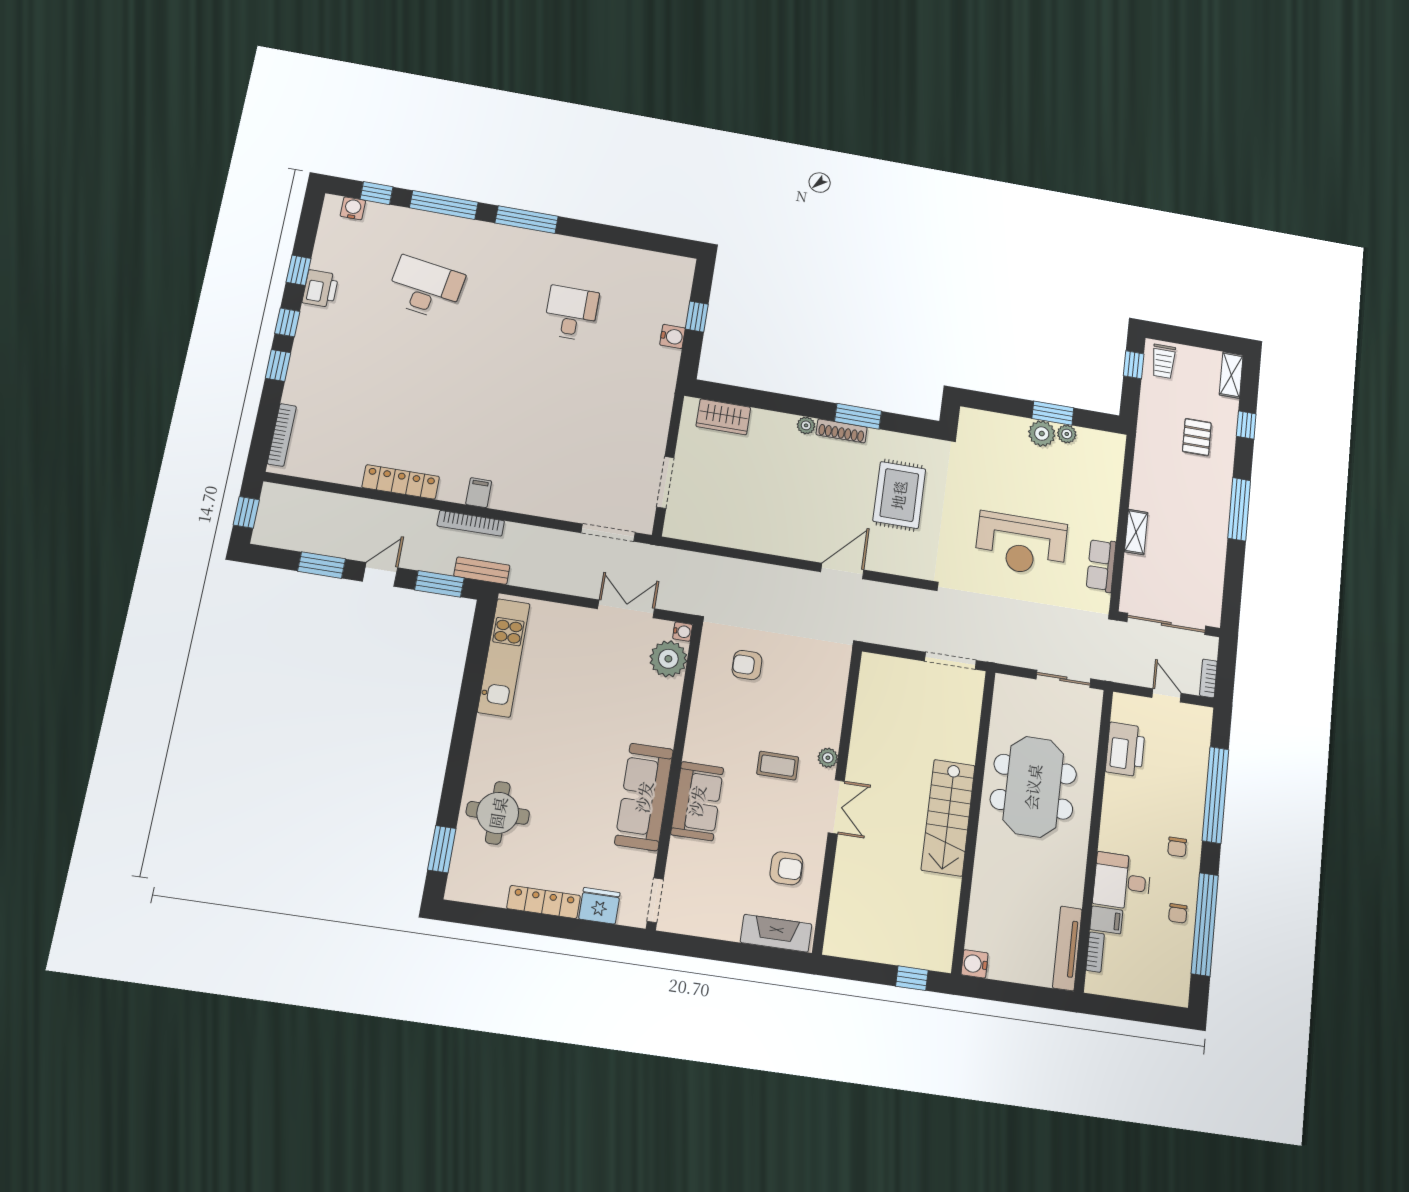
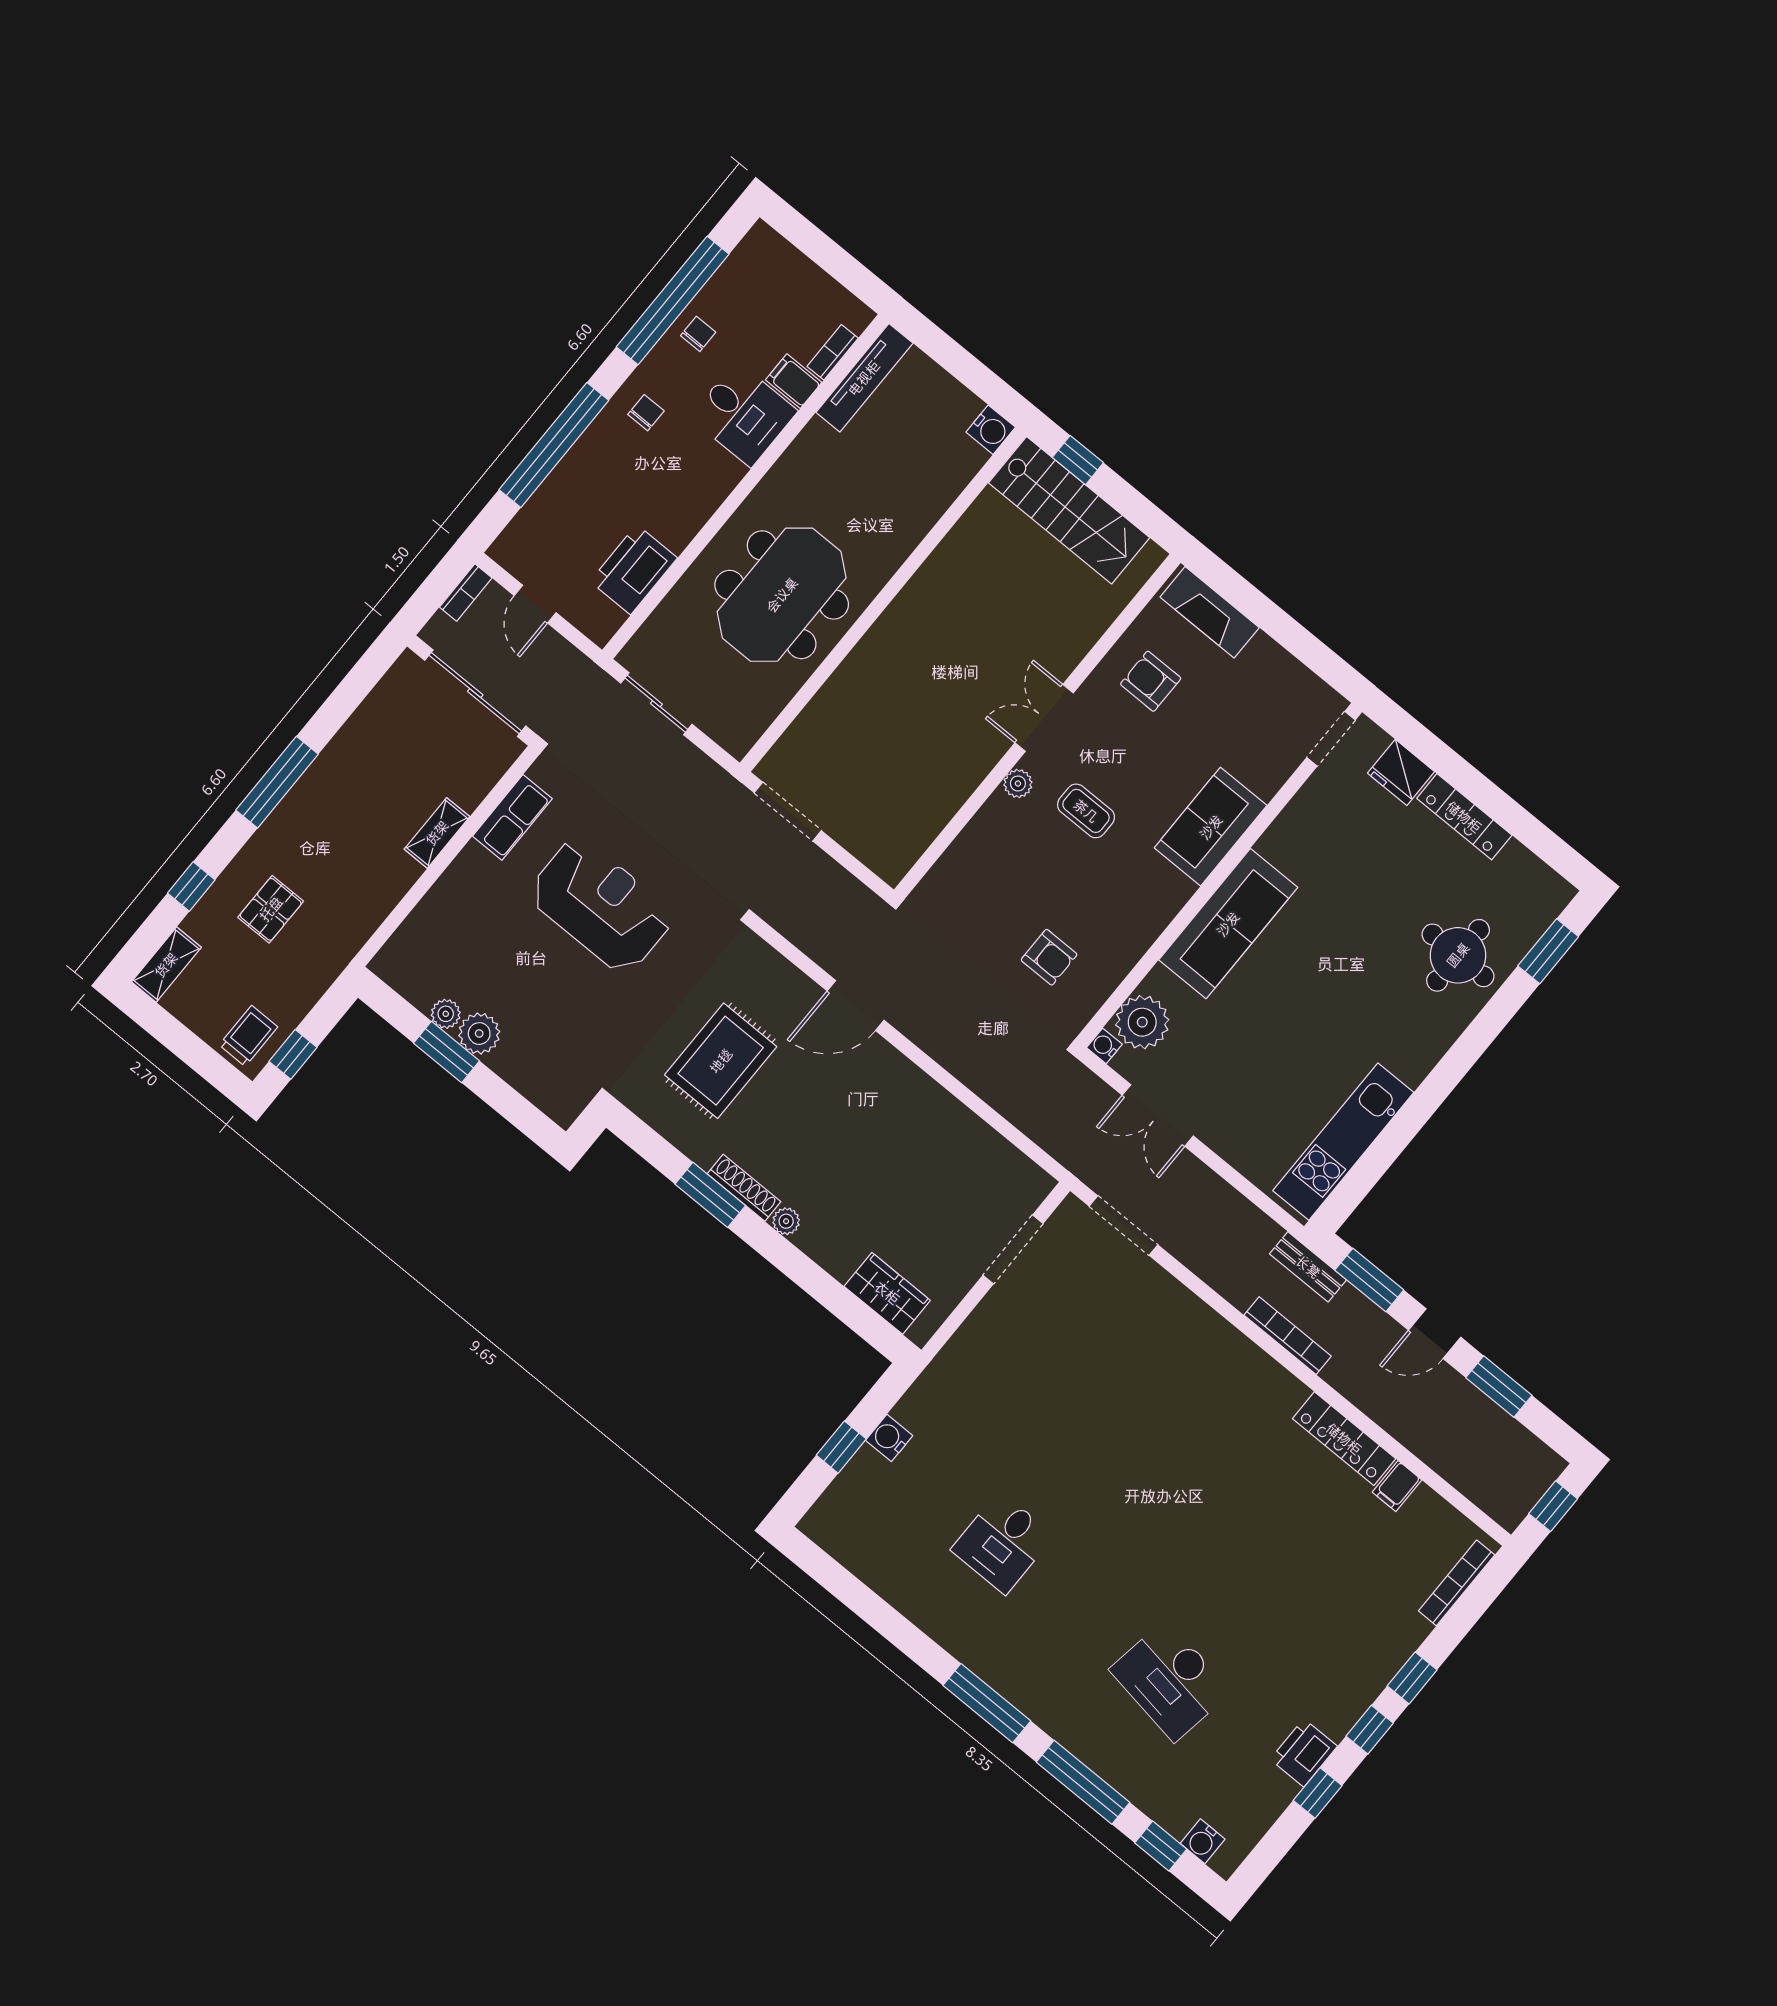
filing cabinet: (479, 493) -> (1397, 1486), moved
sofa: (644, 797) -> (1228, 924), moved
stairs: (948, 818) -> (1069, 510), moved, turned 90

